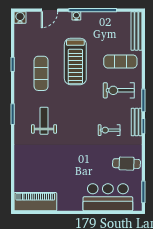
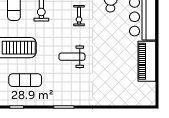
weight bench: (44, 121) -> (72, 57), moved
piano: (35, 202) -> (147, 61), moved

